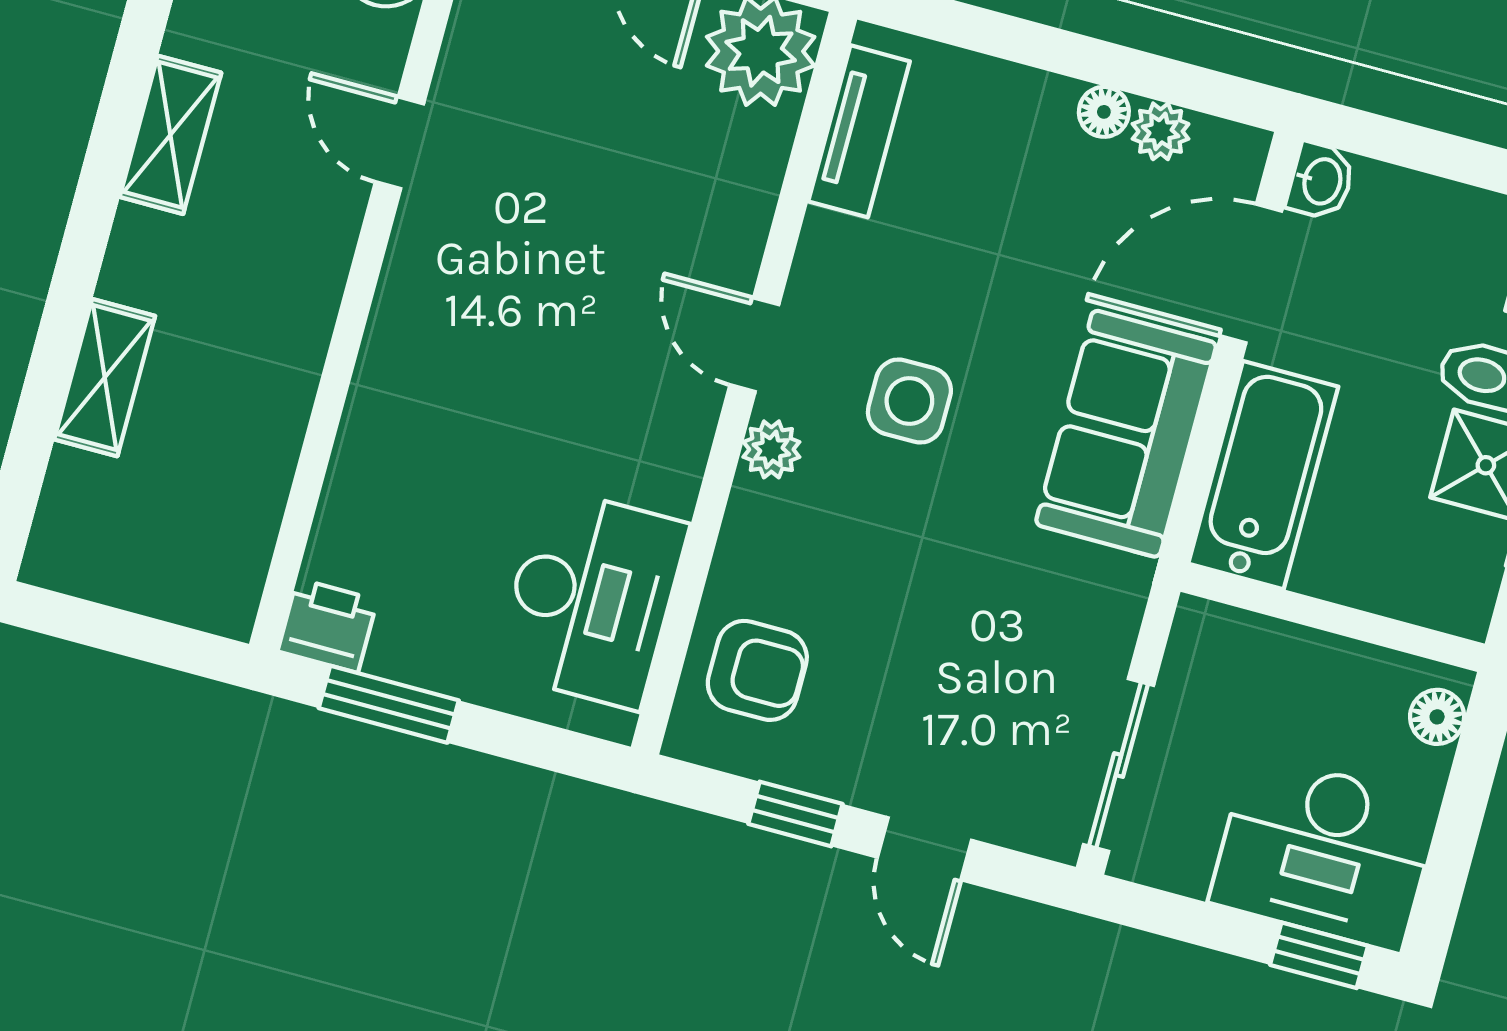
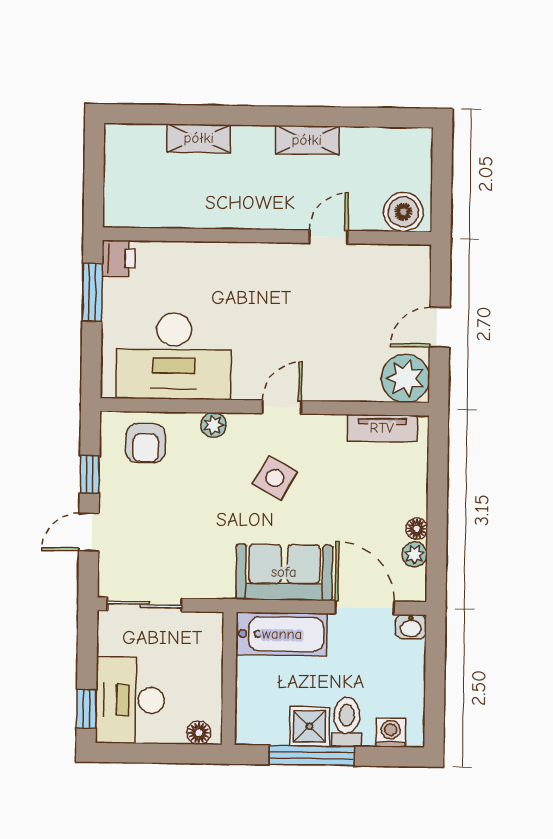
side table: (909, 401) -> (275, 478), turned 30
plant: (771, 449) -> (213, 425), moved
desk: (591, 598) -> (174, 356), width x1.36, depth x1.30

